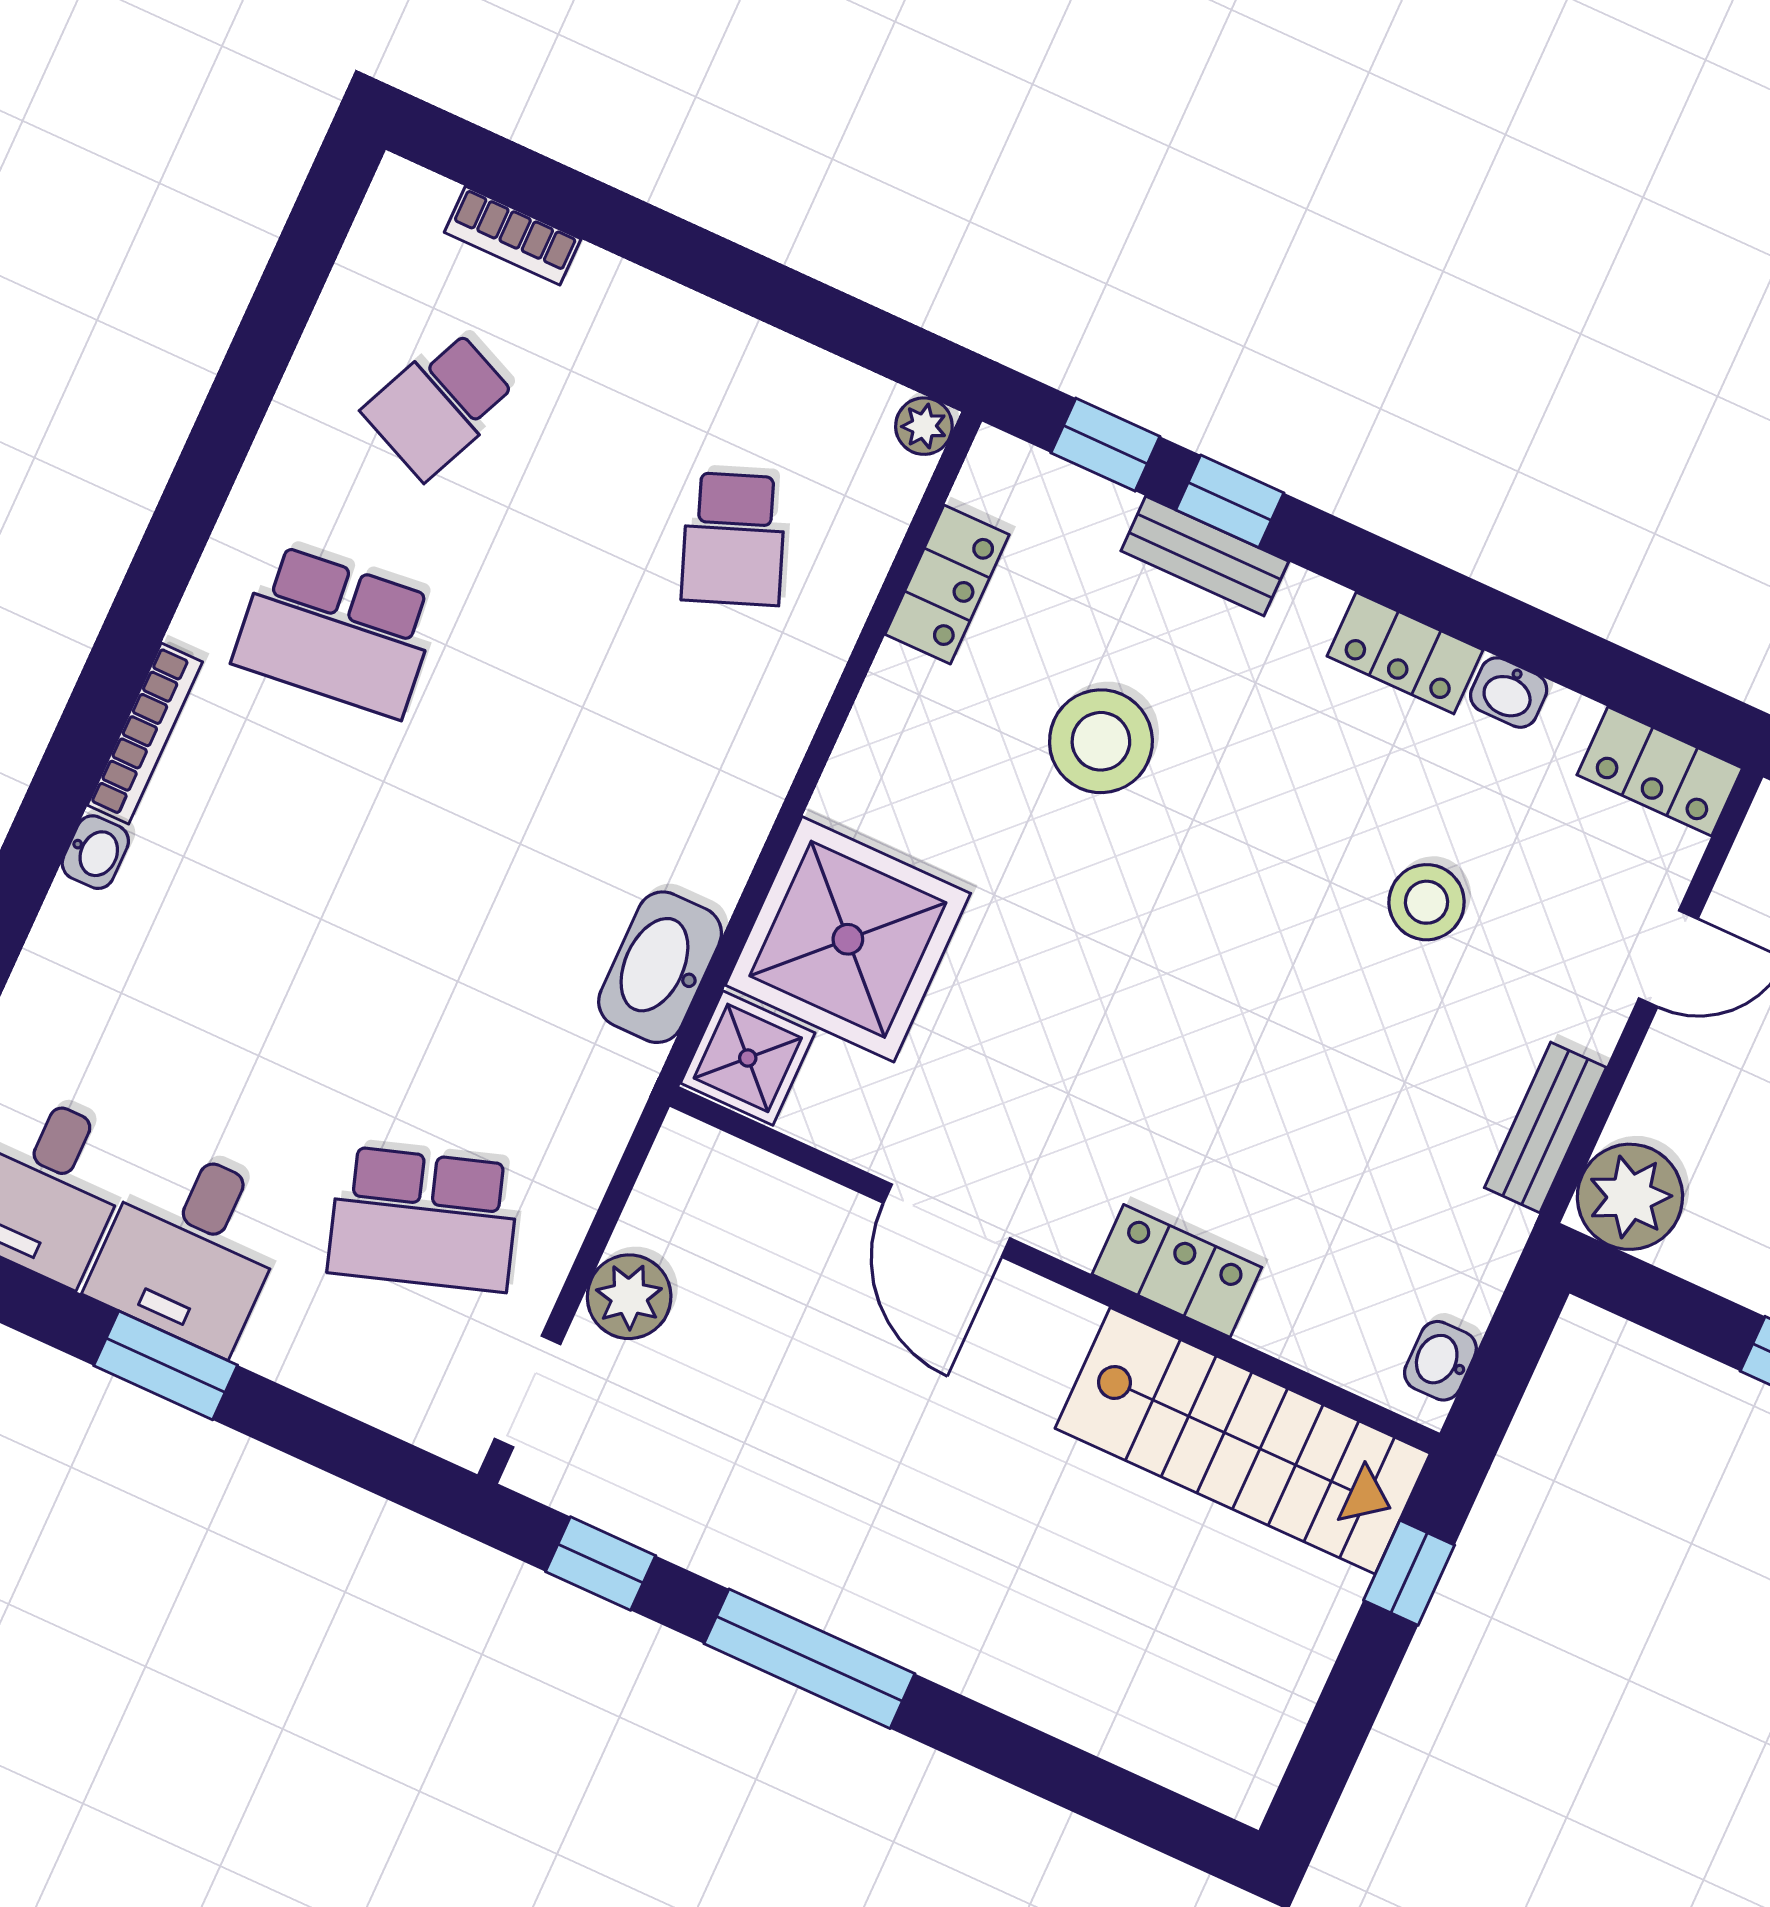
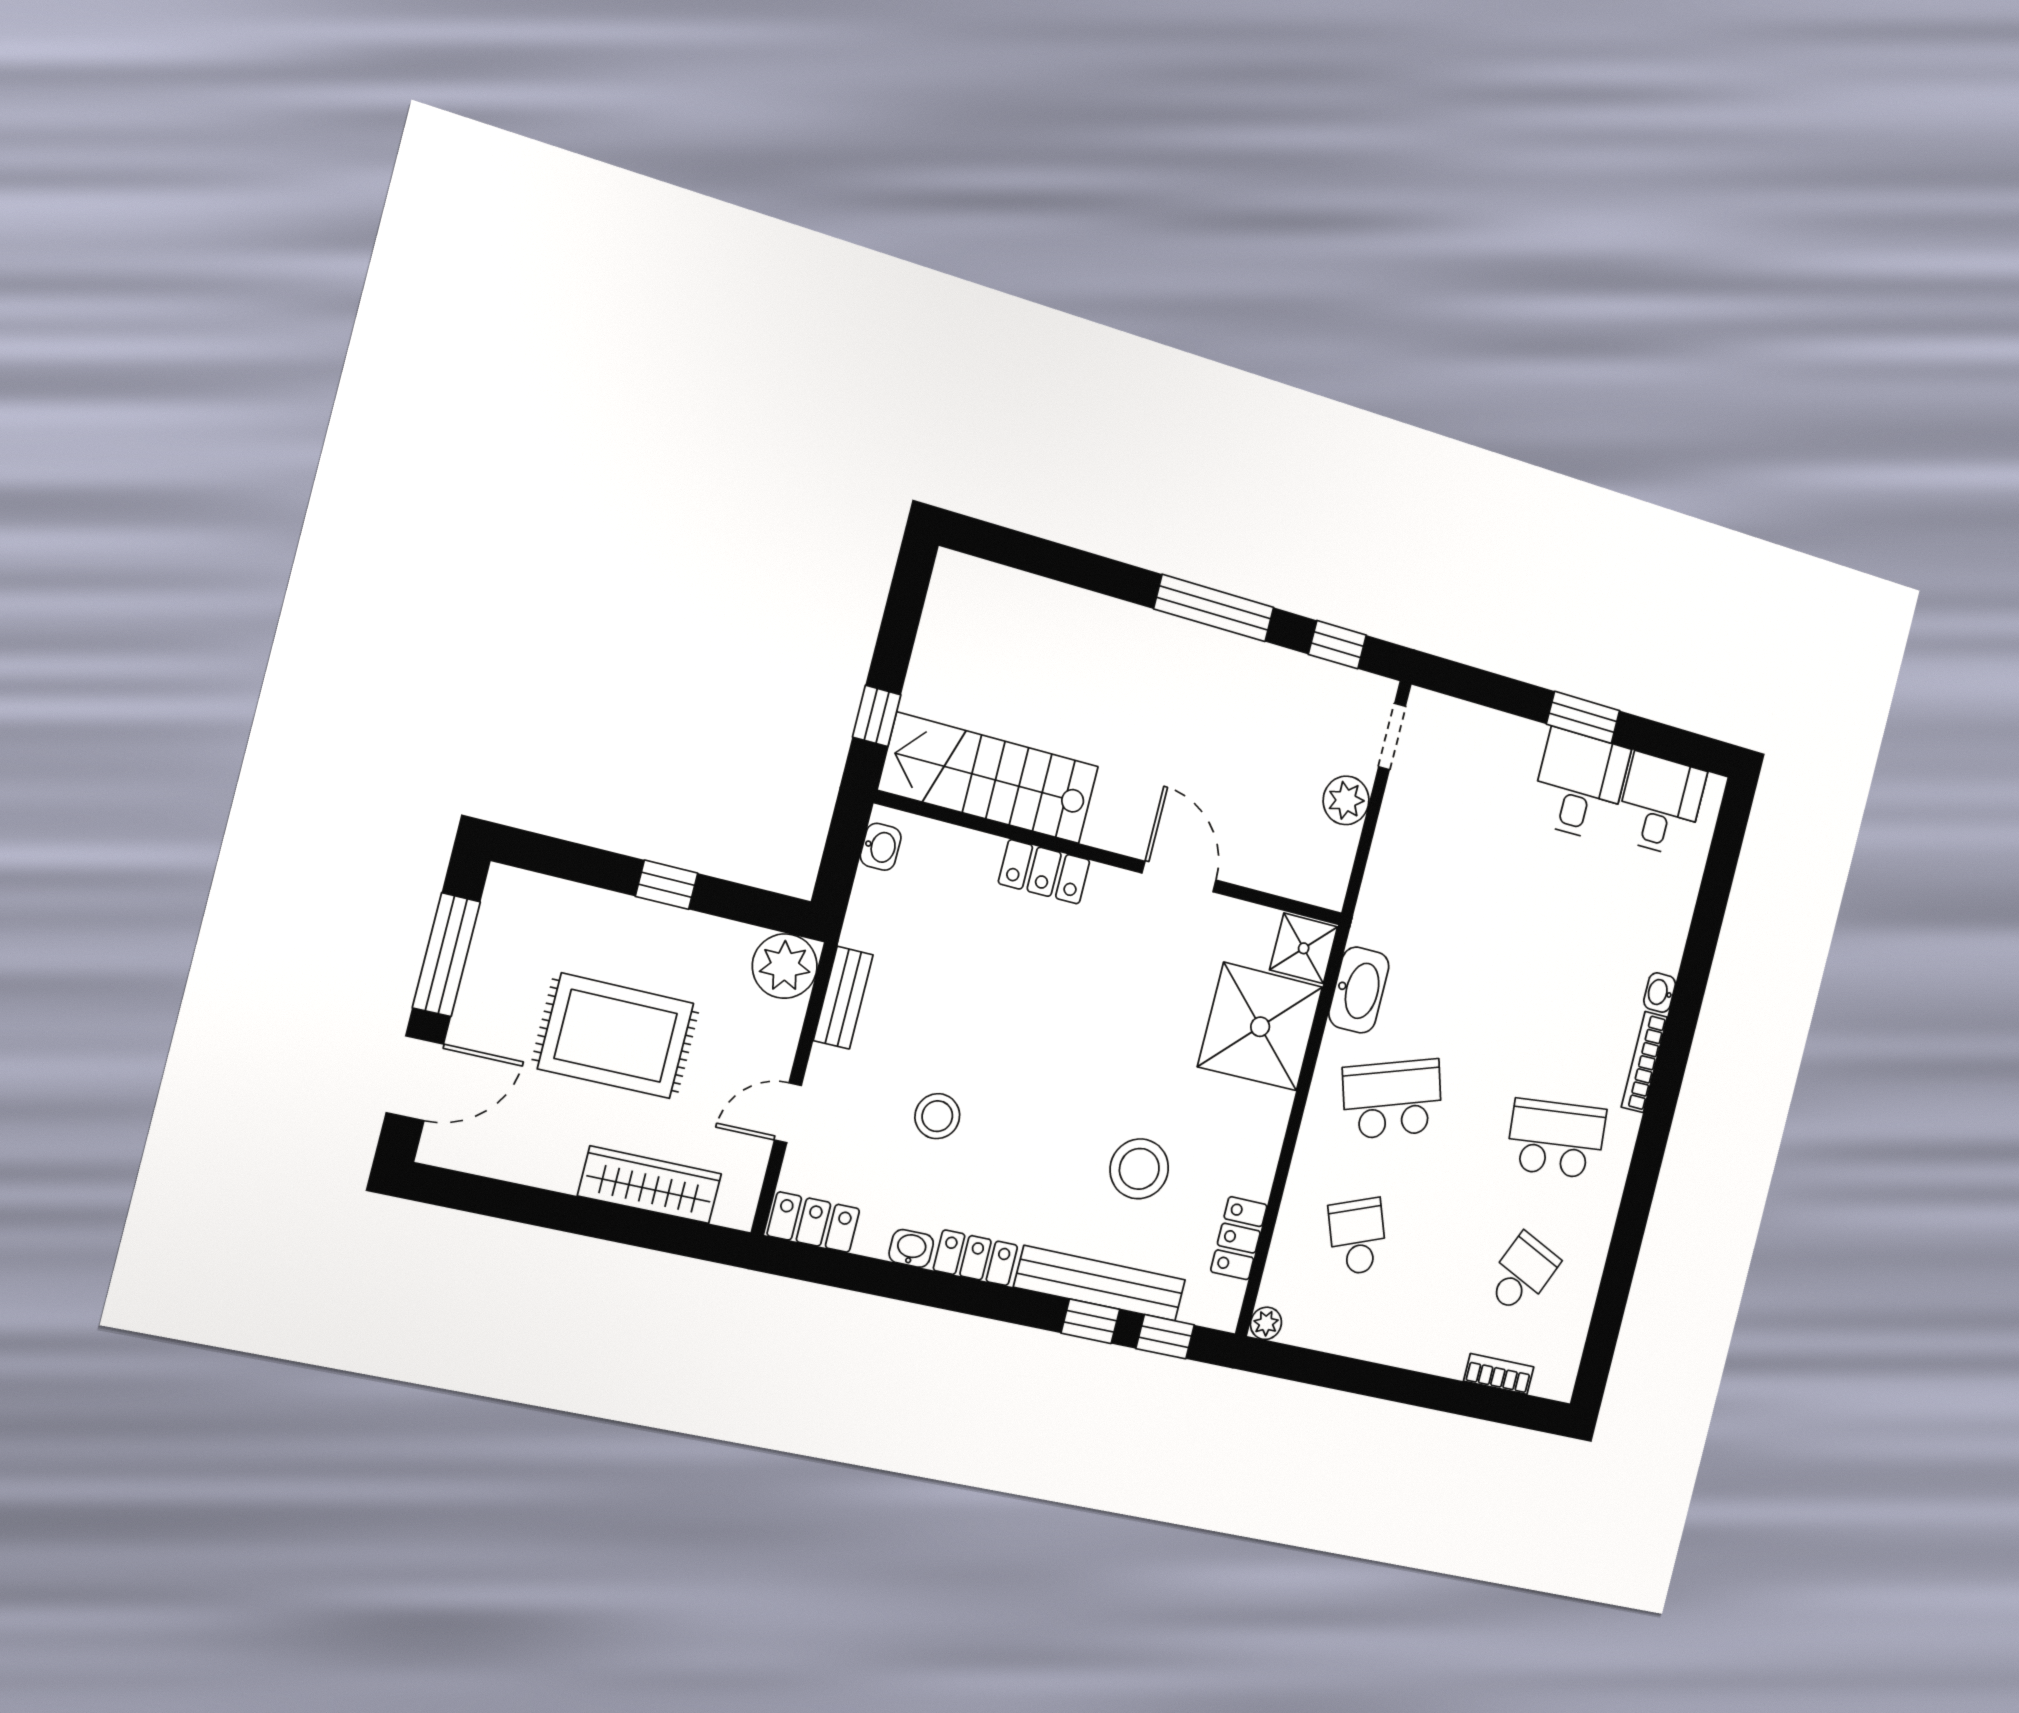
bench: (1205, 556) -> (1100, 1283), width x1.86, depth x1.21
school desk: (424, 1219) -> (1392, 1099), moved

